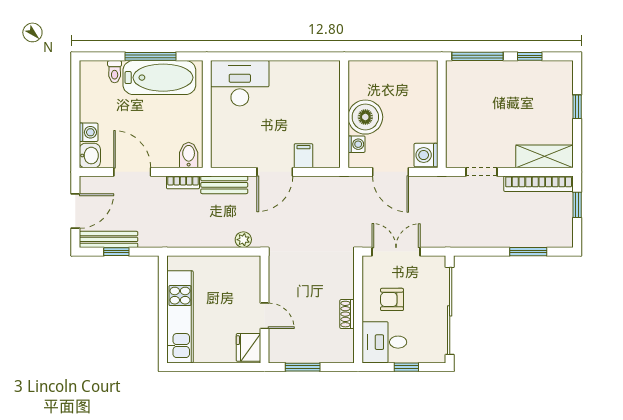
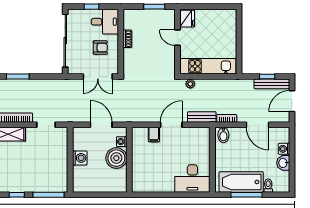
washing machine: (426, 155) -> (80, 158), moved
washbasin: (90, 156) -> (283, 163), moved
kitchen unit: (180, 317) -> (208, 66), moved, turned 90

